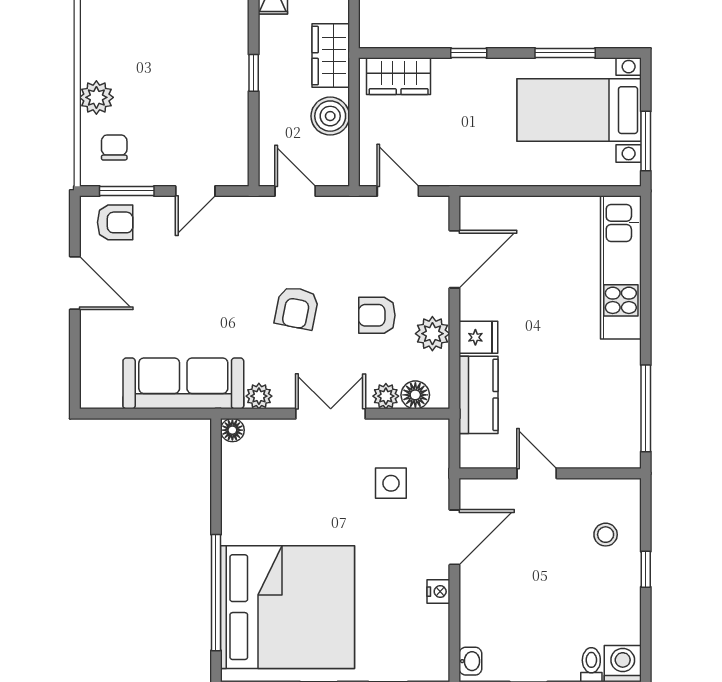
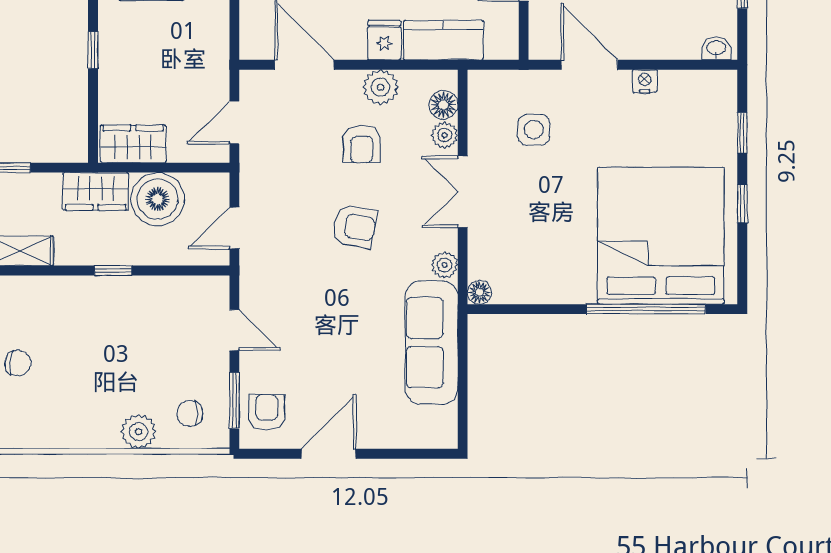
wardrobe: (399, 76) -> (133, 144), moved, turned -90
boiler: (330, 116) -> (158, 199), width x1.37, depth x1.37

